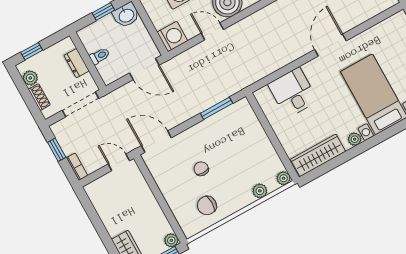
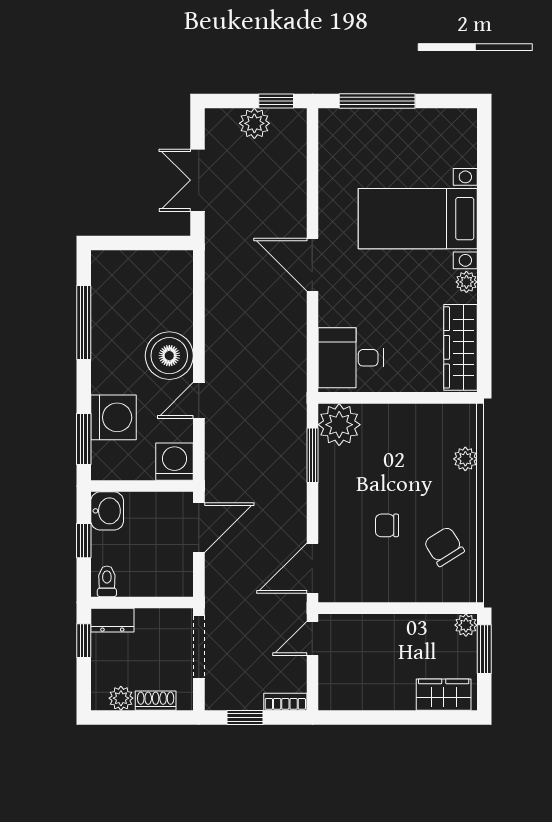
door: (330, 45) -> (312, 265), moved
window: (32, 51) -> (84, 641), moved
toilet: (100, 56) -> (107, 581), moved
dresser: (77, 63) -> (112, 620), moved
desk: (293, 93) -> (351, 358), moved
plant: (284, 178) -> (339, 425), moved, width x1.88, depth x1.88
chair: (207, 205) -> (444, 546), turned 148

